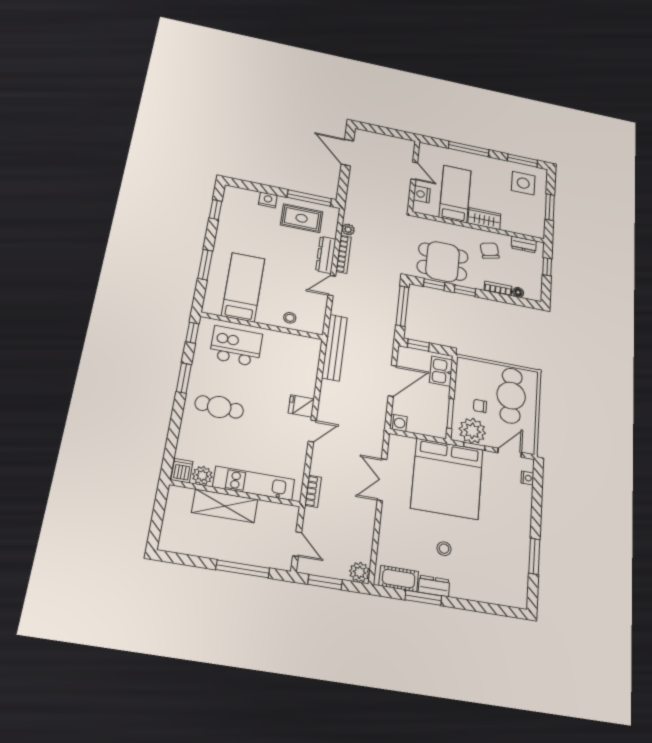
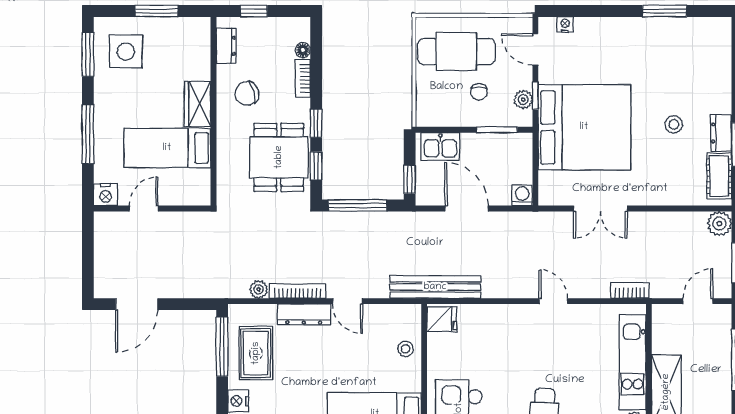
nightstand: (422, 194) -> (106, 195), moved
fridge: (301, 406) -> (442, 319), moved, turned -90
plant: (472, 431) -> (523, 100), width x0.53, depth x0.53

